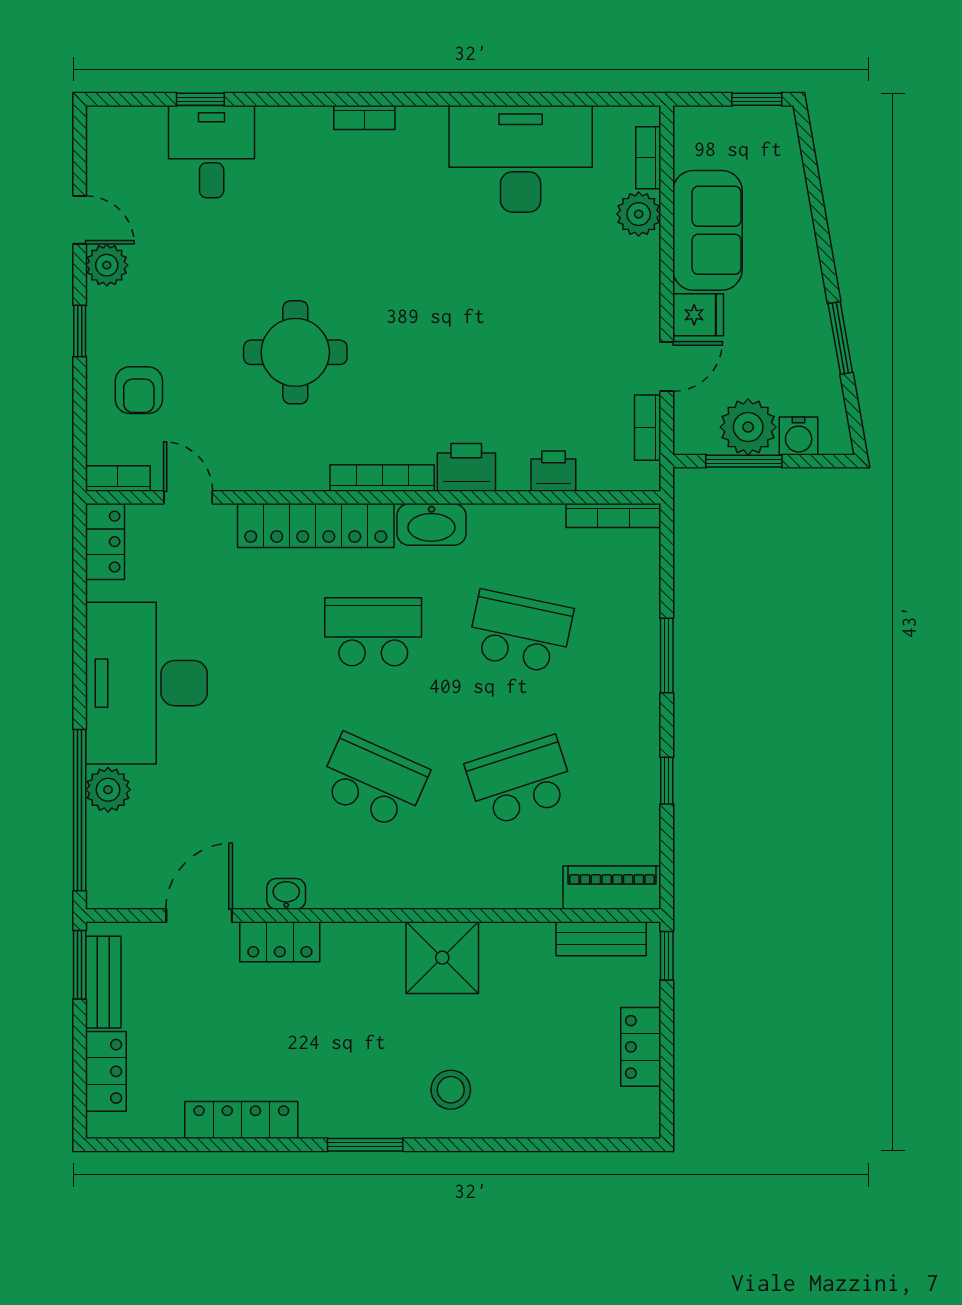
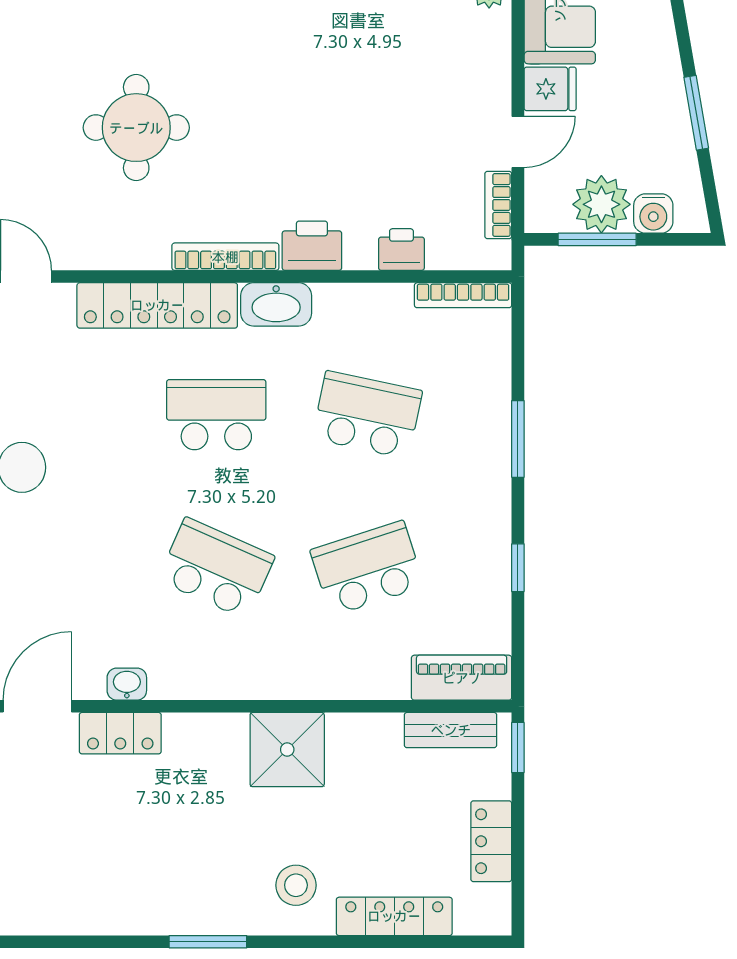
locker: (241, 1120) -> (394, 916), moved

